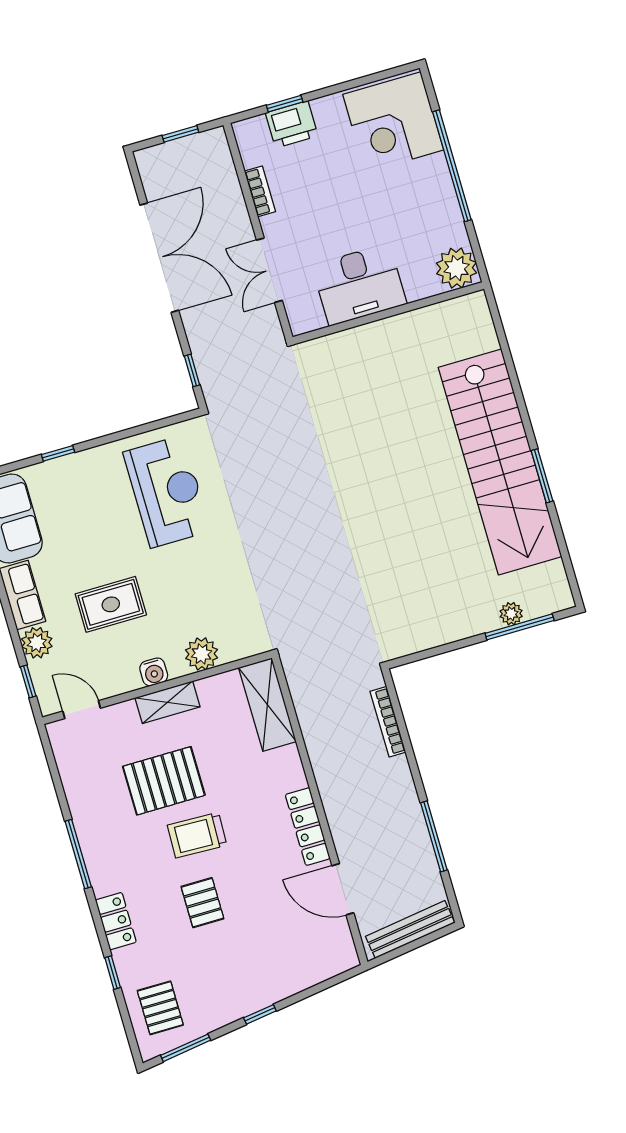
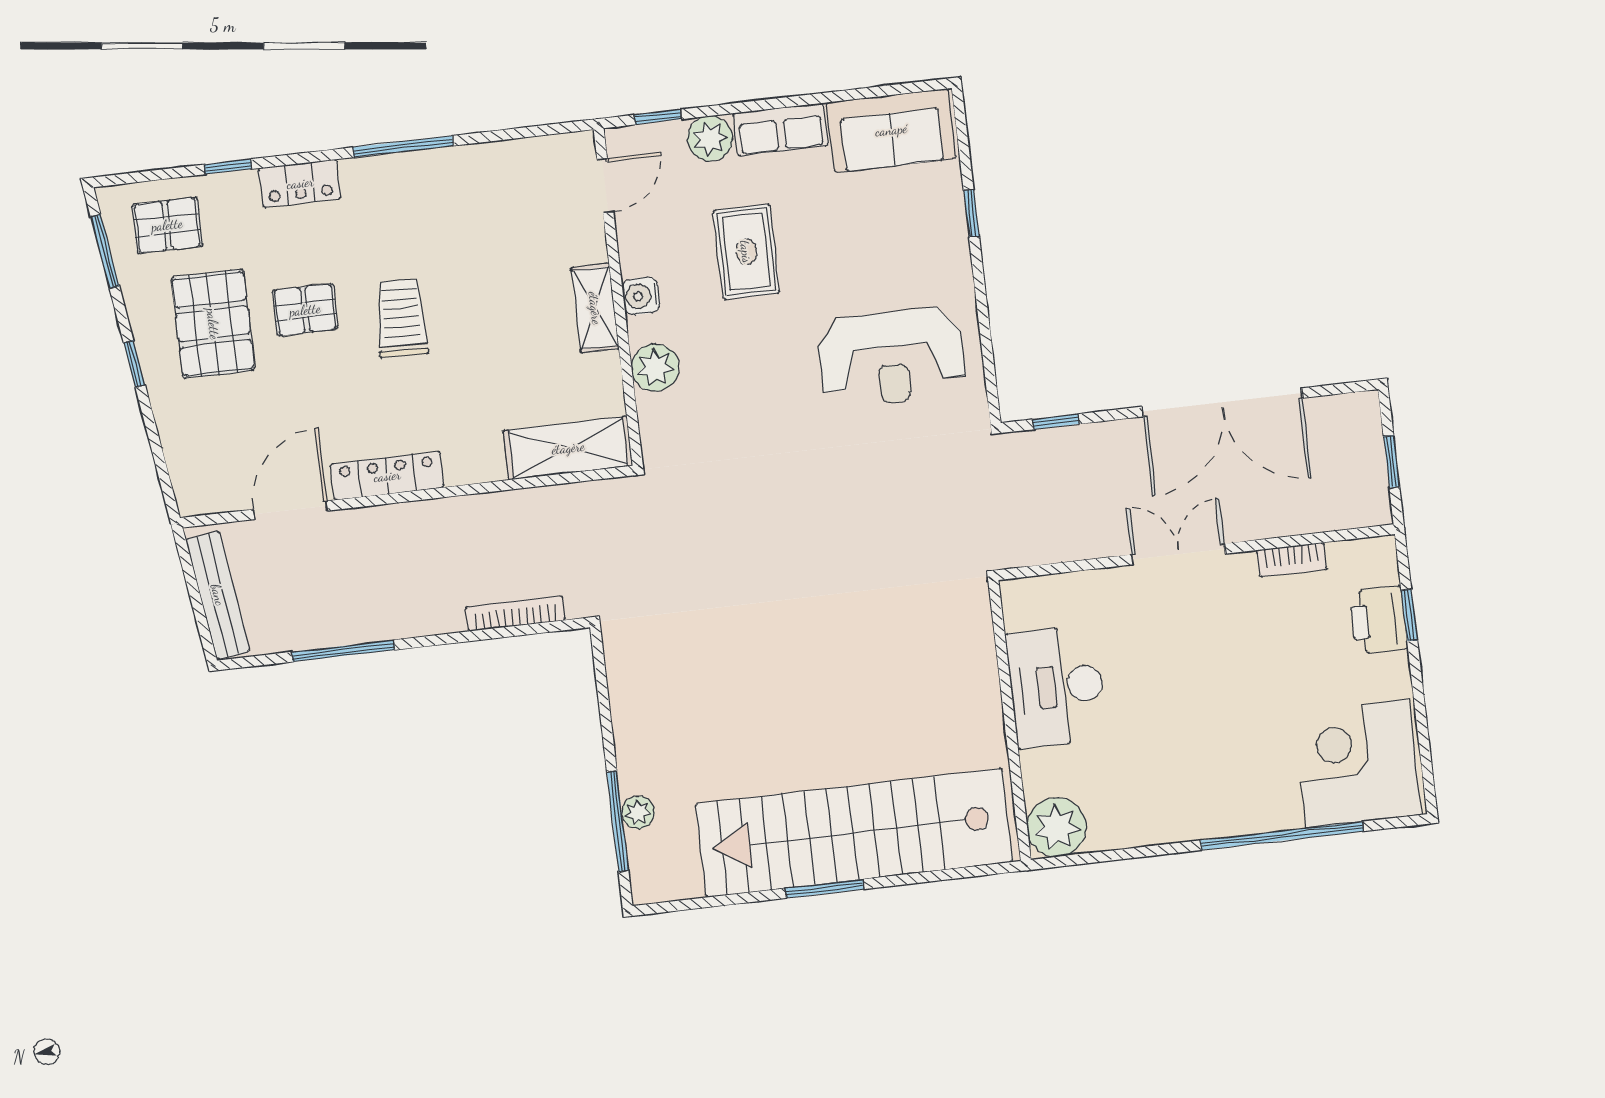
plant: (457, 268) -> (1057, 827), moved
desk: (359, 285) -> (1057, 686), moved
wall: (388, 313) -> (1010, 721), moved
pallet: (164, 781) -> (213, 324), moved

